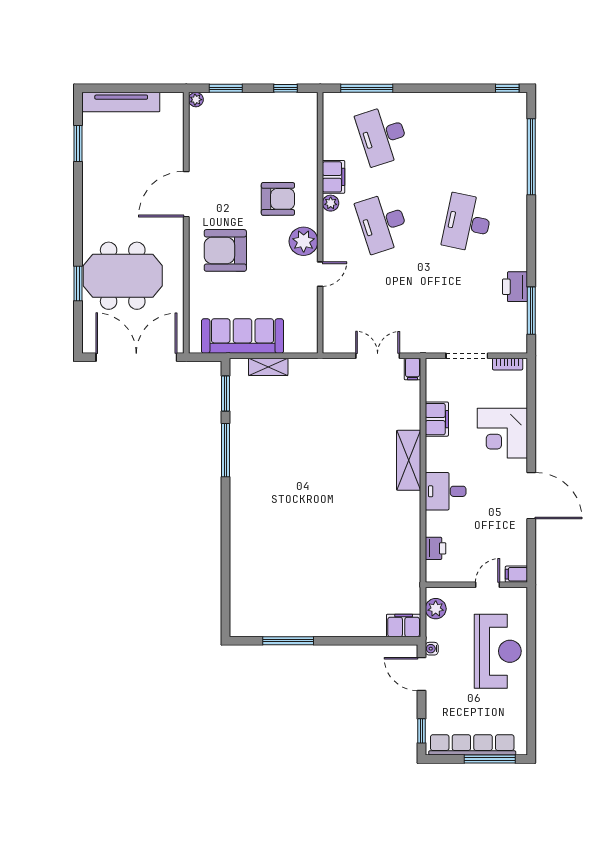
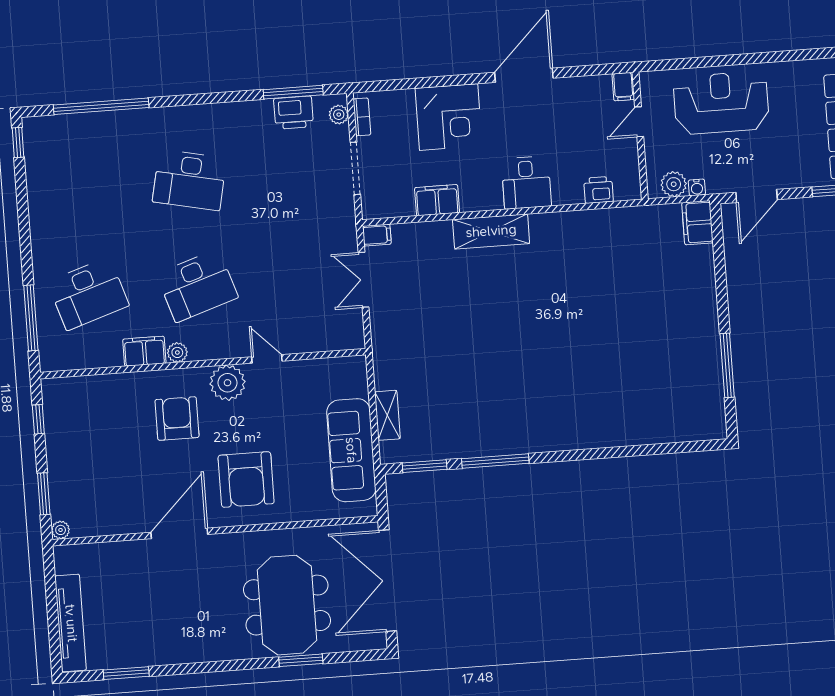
door: (186, 194) -> (179, 533), swing flipped
printer: (515, 287) -> (293, 113), moved
plant: (511, 346) -> (339, 115), added
door: (487, 585) -> (639, 122), hinge flipped
water cooler: (432, 649) -> (697, 187), moved

